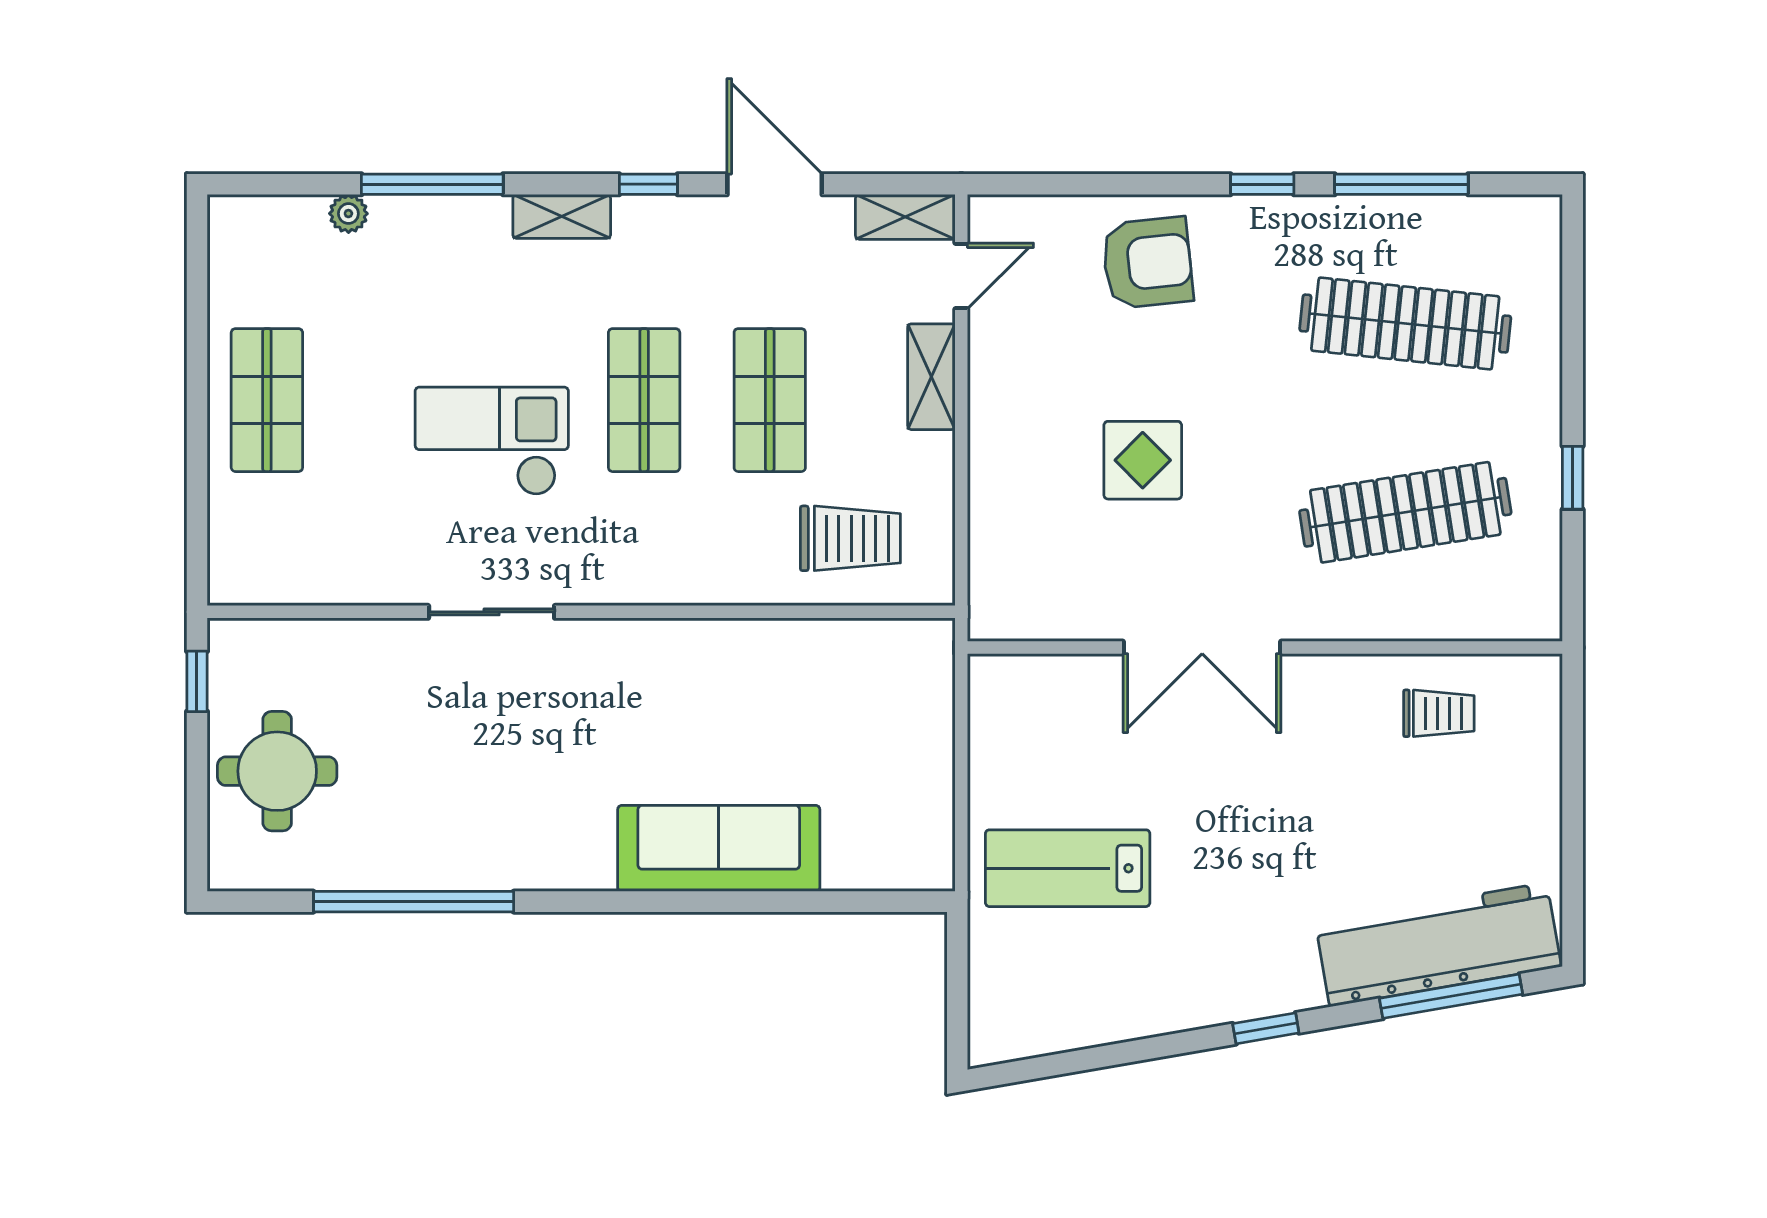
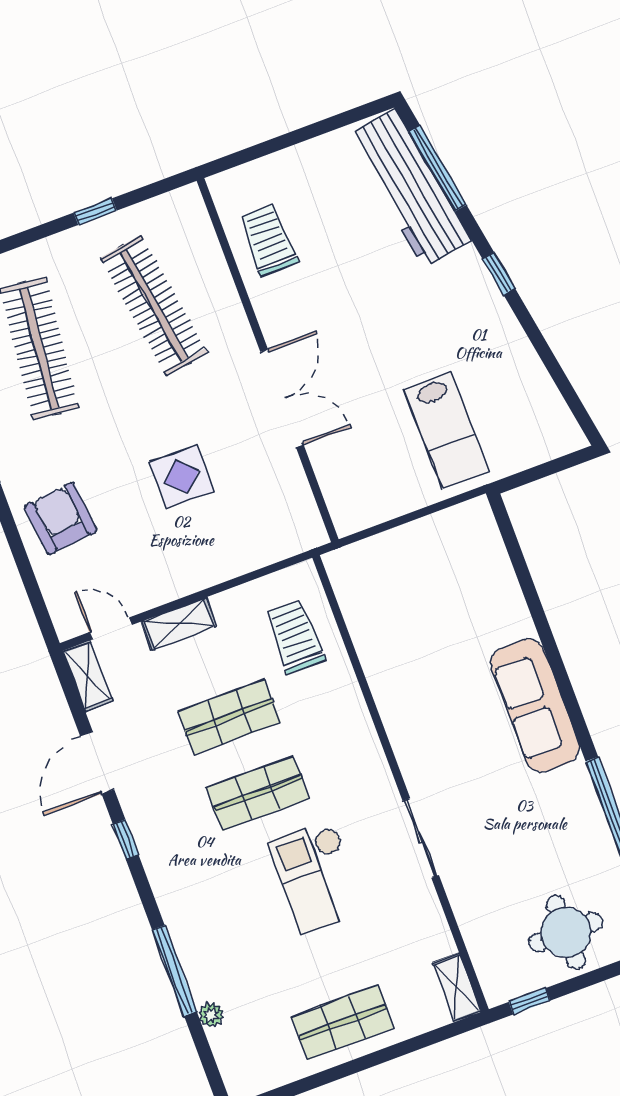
shelving: (562, 216) -> (457, 987), moved
trolley: (1439, 713) -> (268, 240), width x1.36, depth x1.39
sofa: (719, 848) -> (535, 705), moved

